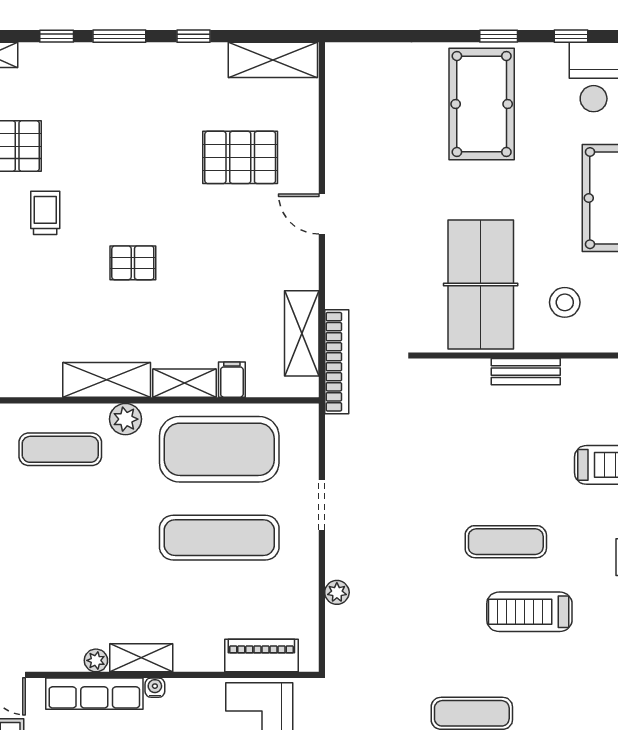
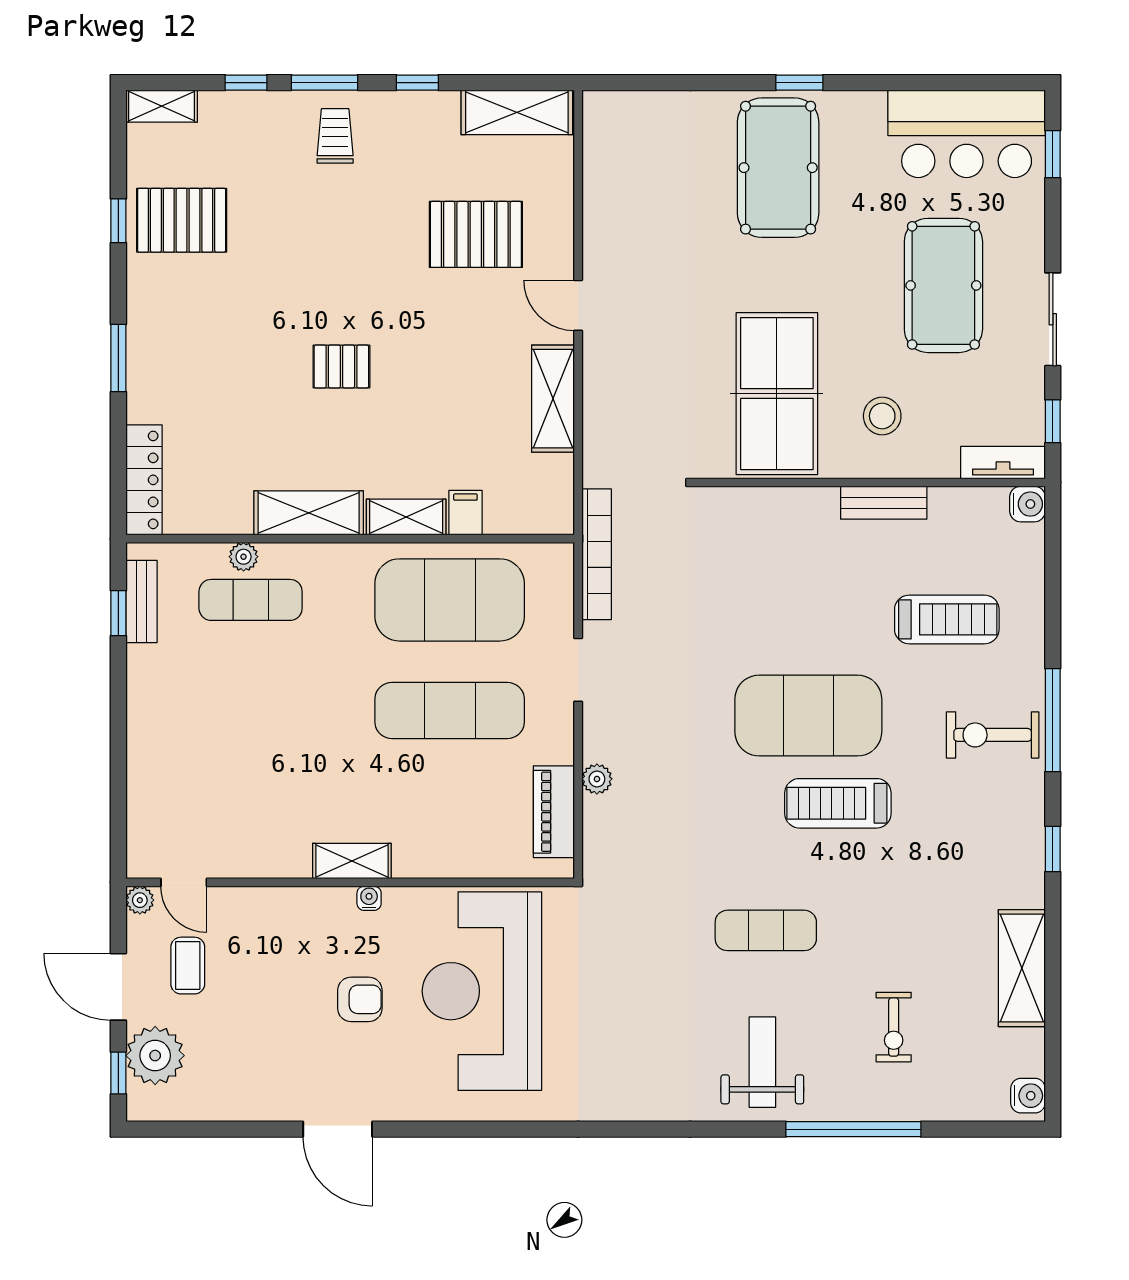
window: (571, 36) -> (890, 83), removed
trolley: (45, 213) -> (335, 136), moved
shelving: (302, 333) -> (553, 399), moved
bookcase: (337, 362) -> (597, 554), moved
bench: (526, 372) -> (884, 503), moved
plant: (126, 419) -> (244, 557), moved, width x0.73, depth x0.73
exercise mat: (506, 542) -> (808, 716), width x2.00, depth x1.45
piano: (261, 656) -> (554, 812), moved, turned -90
plant: (96, 660) -> (295, 864), removed
row of seats: (94, 694) -> (293, 906), removed

